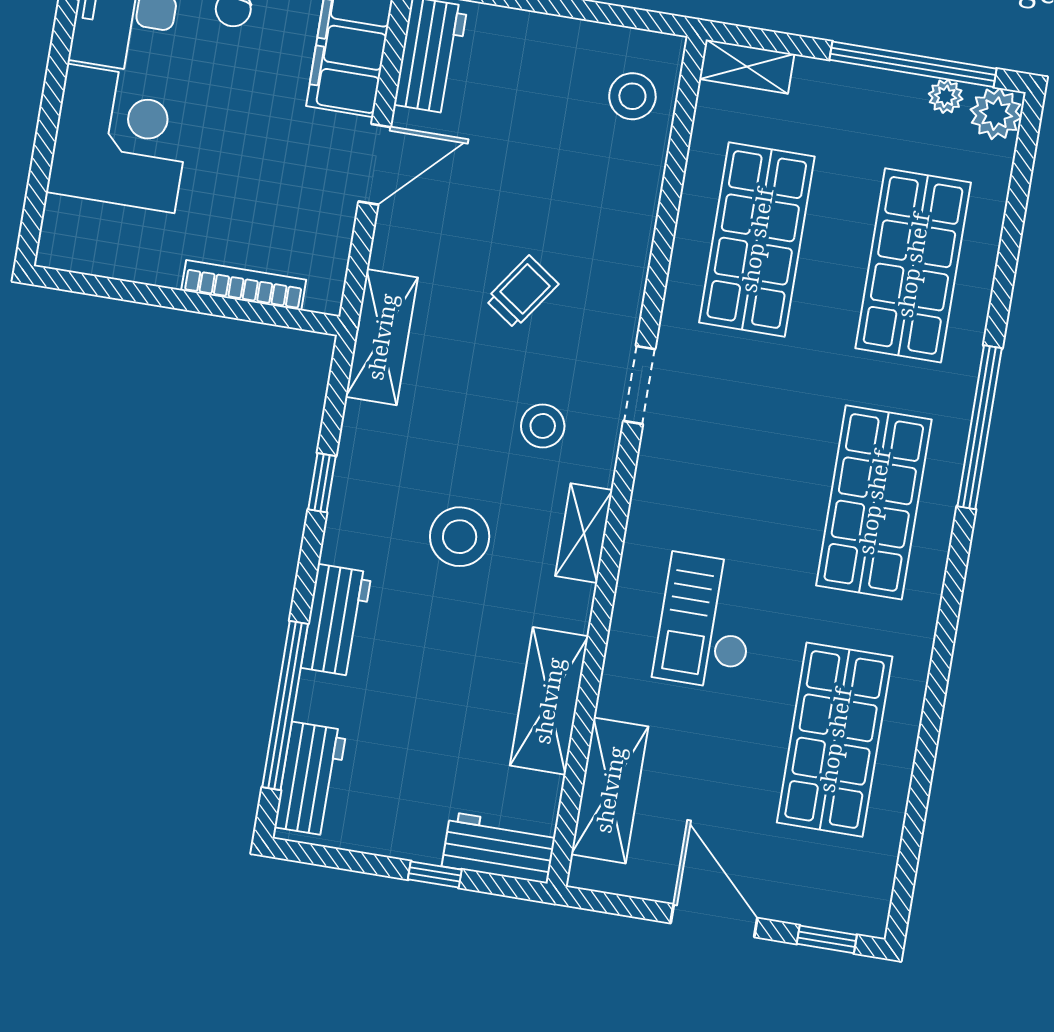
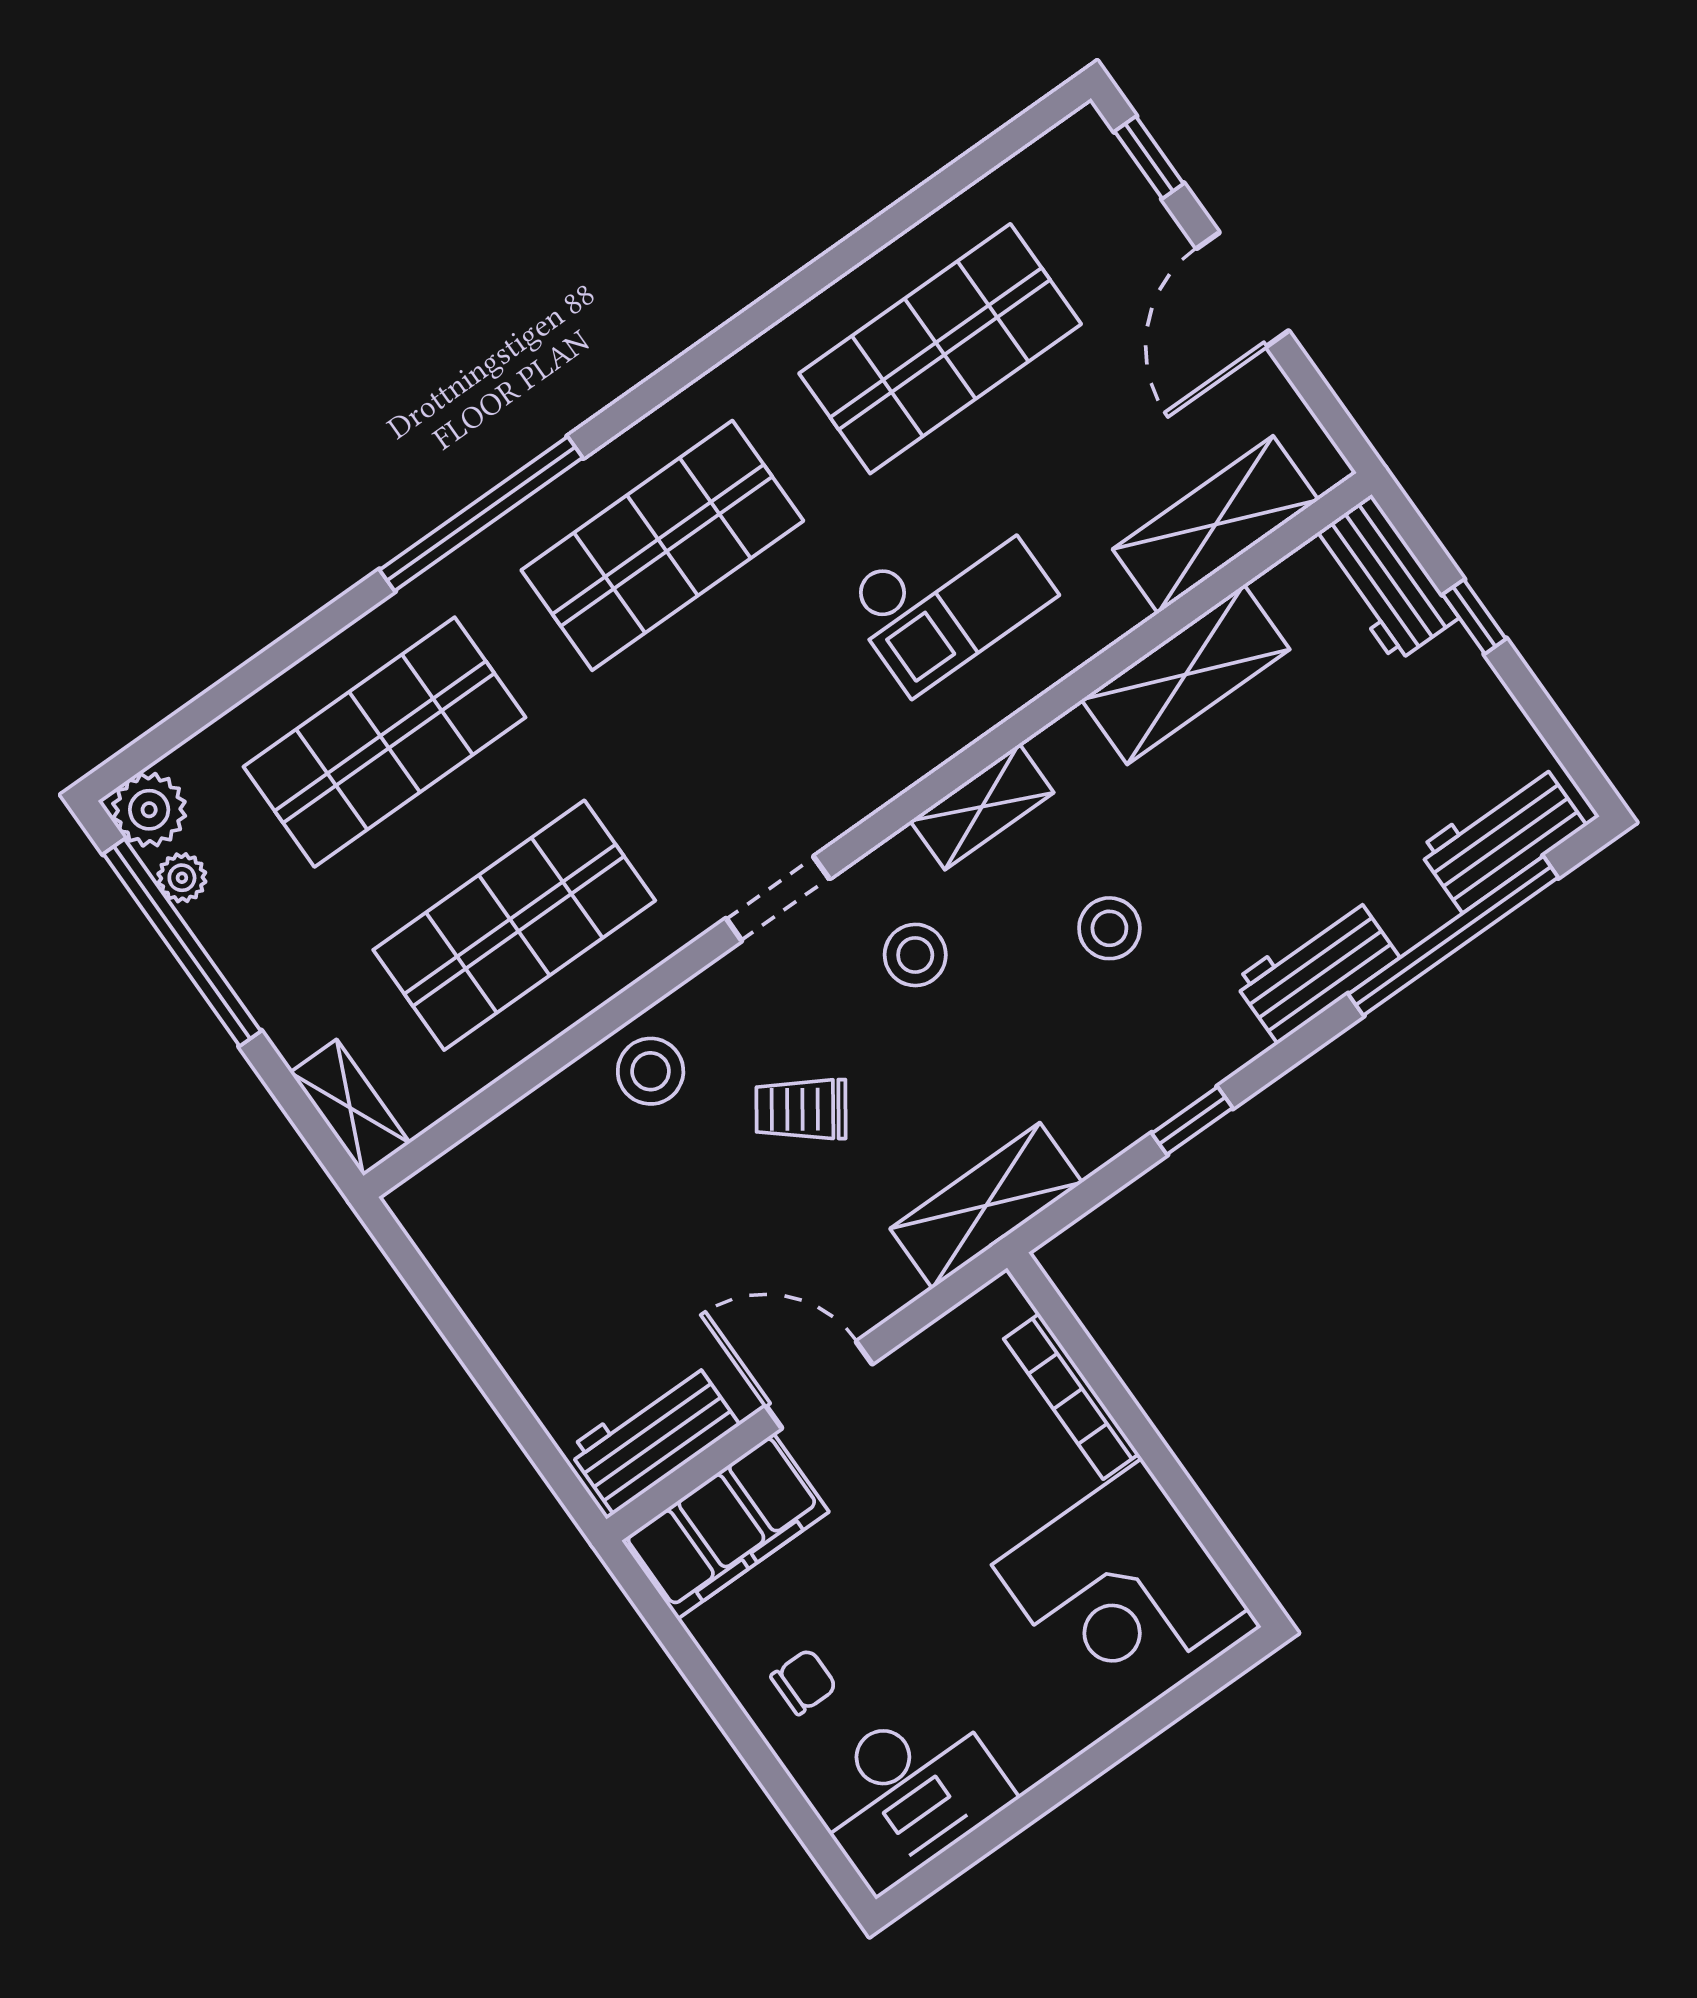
stool: (632, 96) -> (651, 1071), moved
corner desk: (121, 138) -> (1120, 1587), moved, turned -90
stool: (460, 537) -> (1109, 928), width x0.73, depth x0.73

